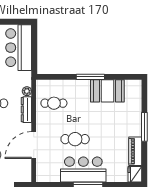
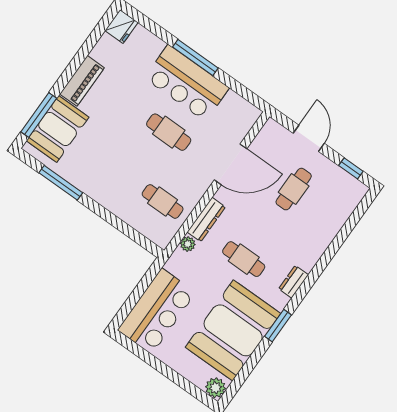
window: (90, 77) -> (61, 183), moved
booth: (107, 91) -> (58, 129), moved, turned 90
window: (144, 127) -> (39, 115), moved
piano: (135, 151) -> (82, 81), moved

